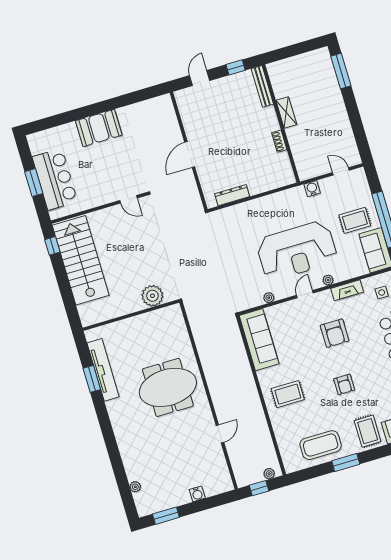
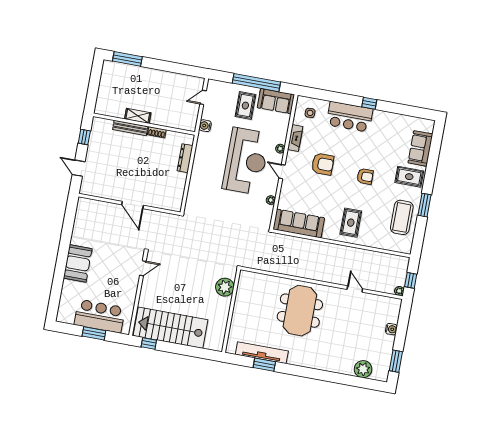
bench: (262, 86) -> (130, 128), moved
dresser: (232, 195) -> (185, 158), moved
plant: (269, 474) -> (399, 291), moved
plant: (135, 487) -> (363, 369), width x1.88, depth x1.88

